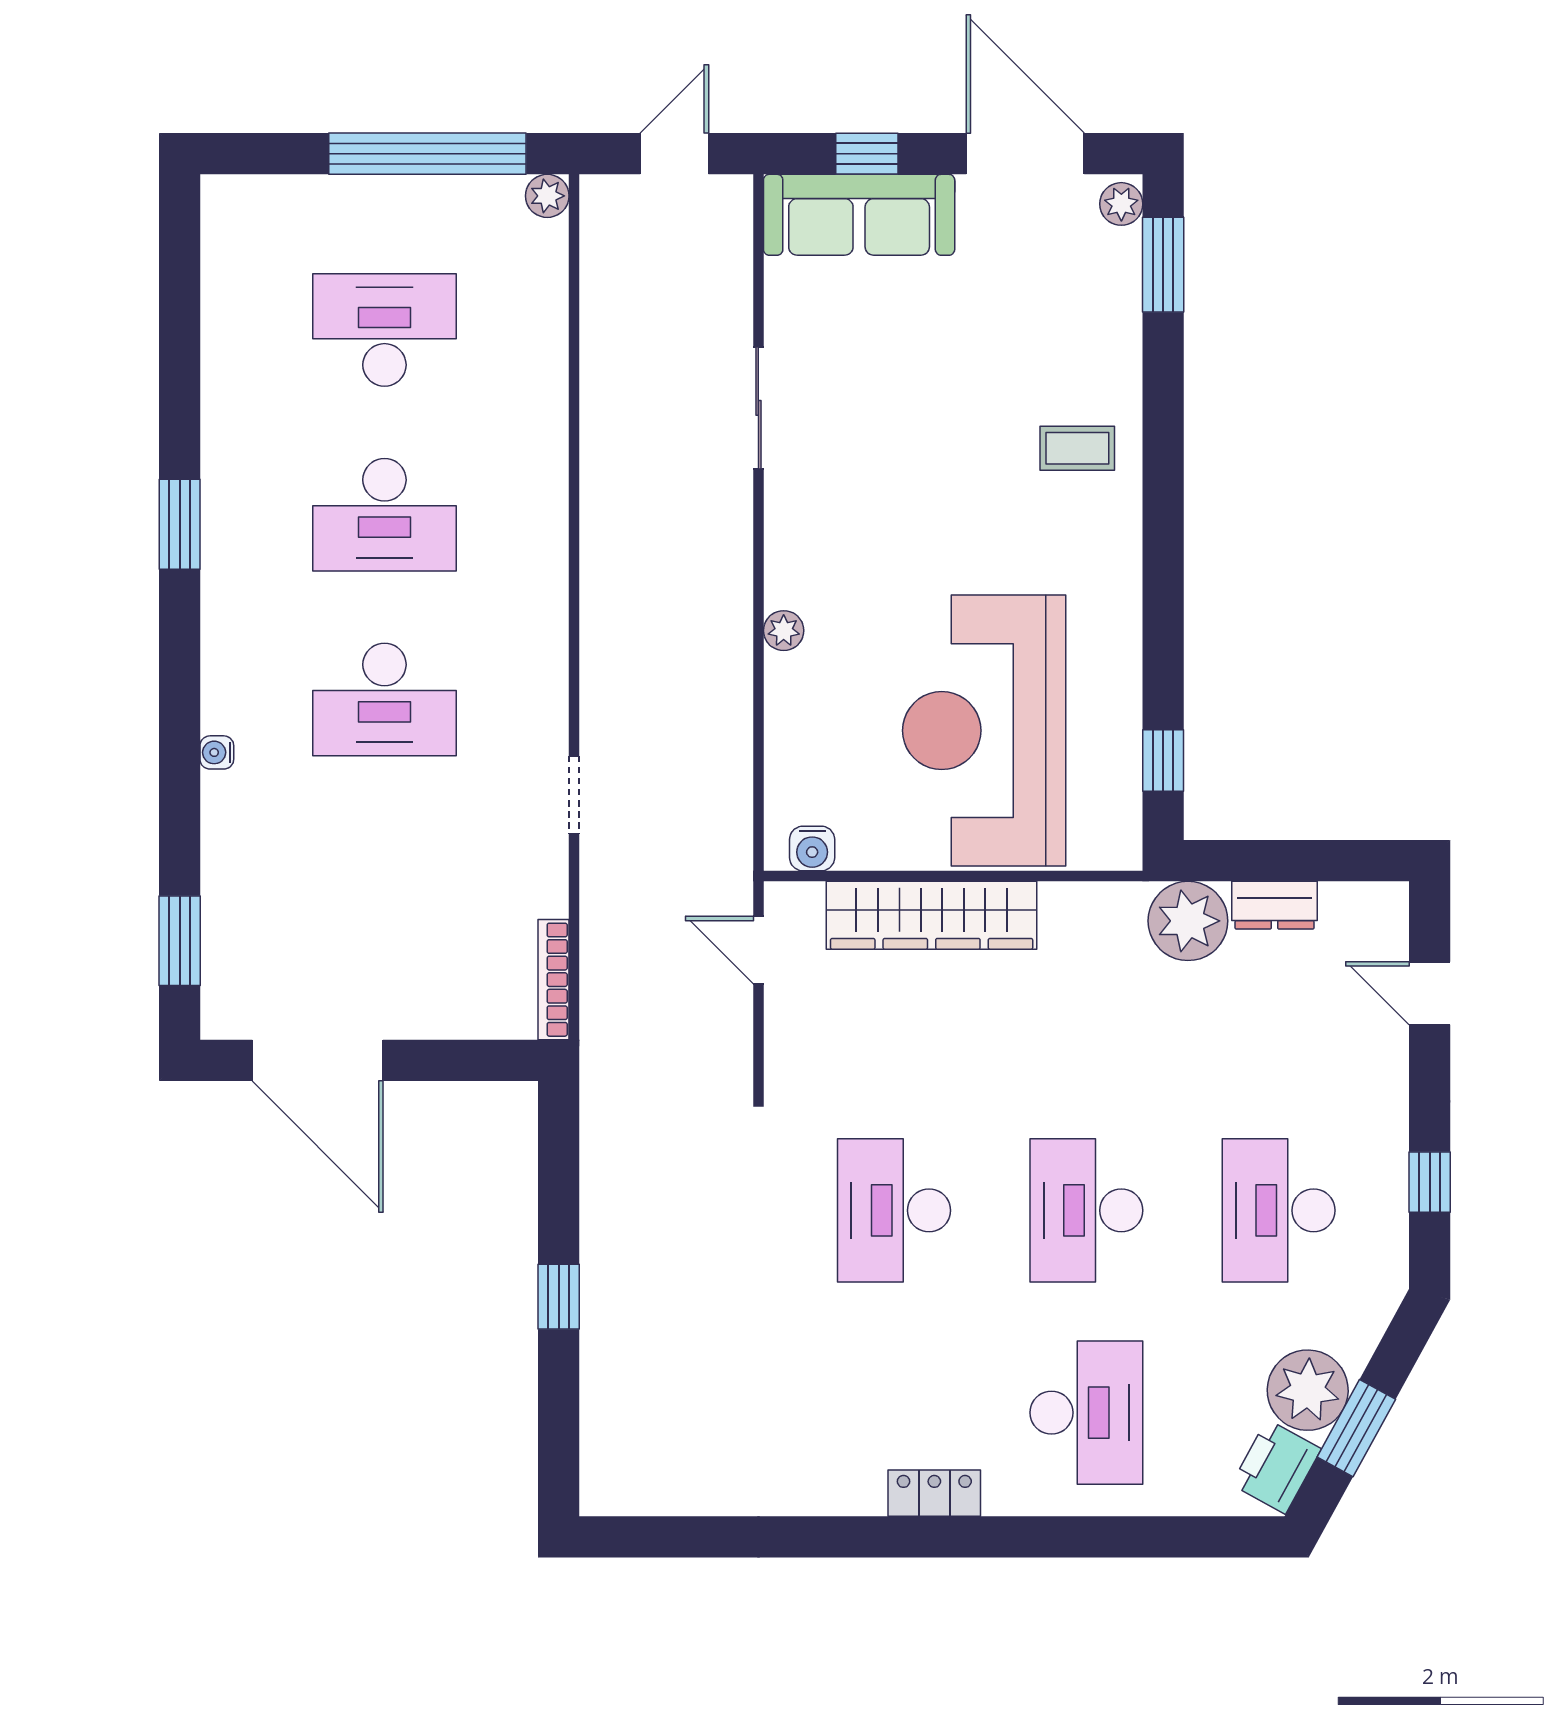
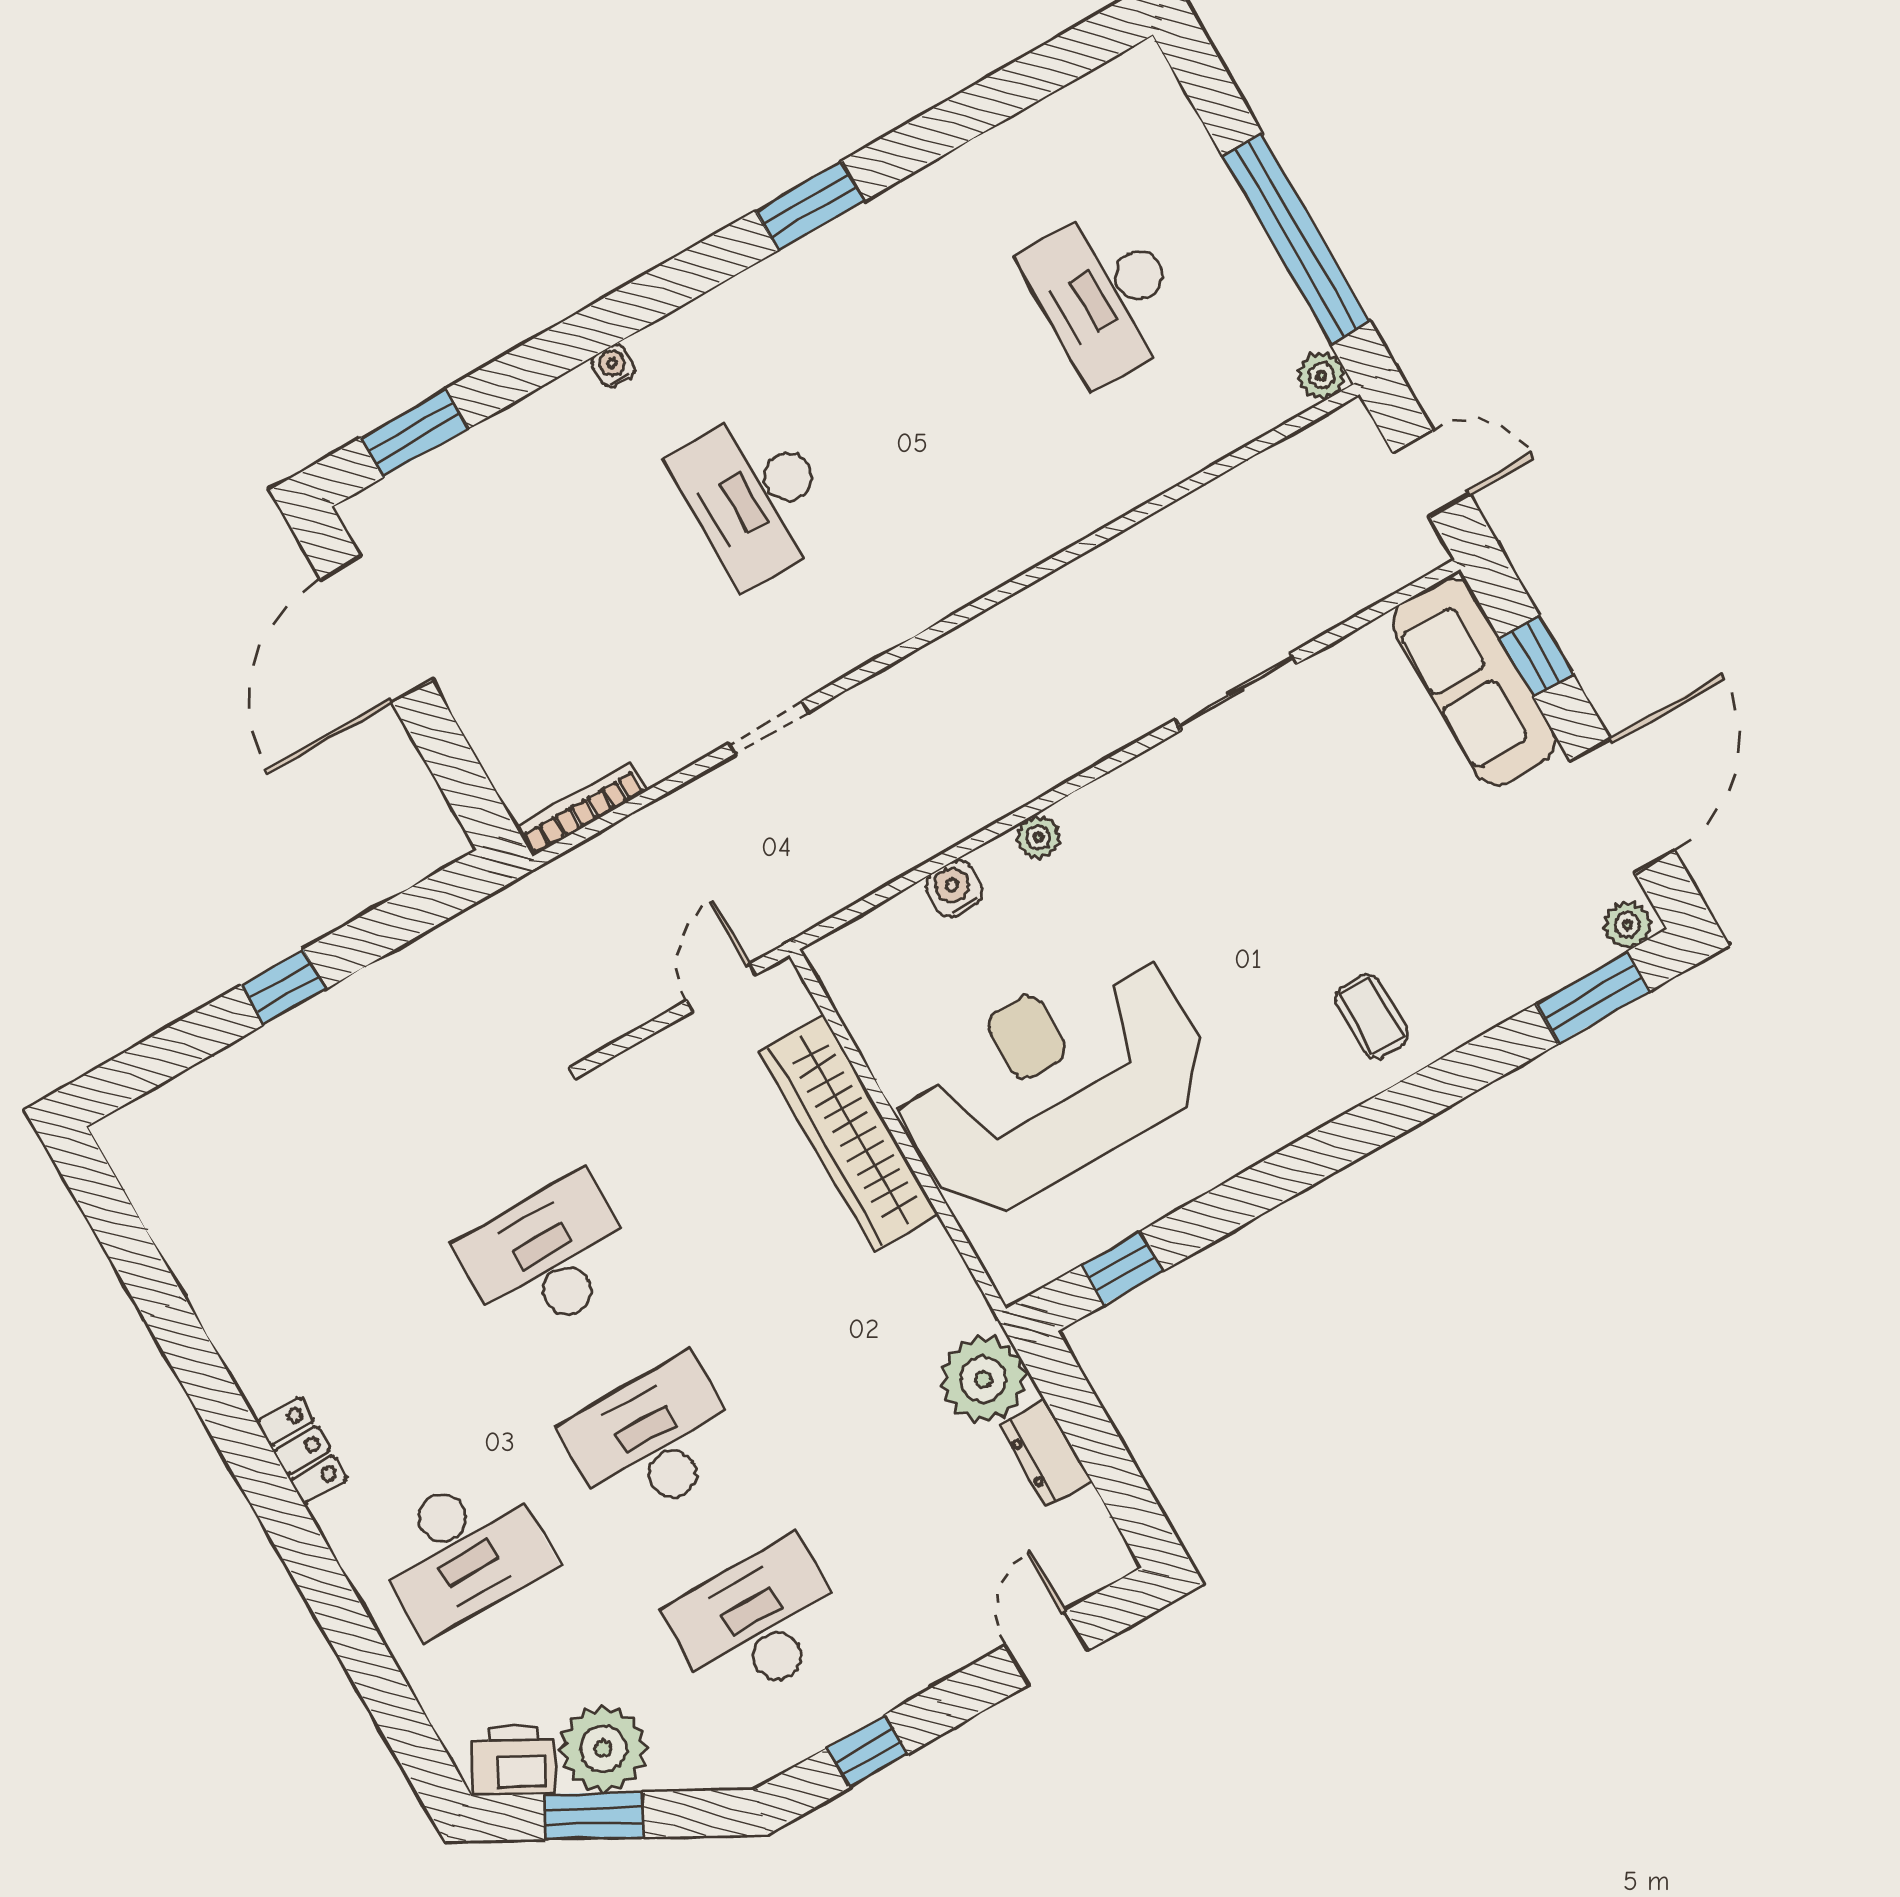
desk: (384, 330) -> (1106, 294), turned 180
desk: (384, 515) -> (930, 395), removed
water cooler: (812, 848) -> (954, 889), moved, turned 90

